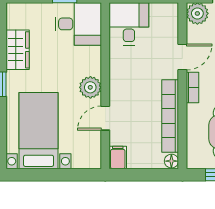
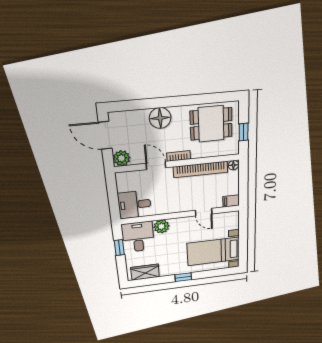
wardrobe: (18, 50) -> (145, 272), moved
plant: (90, 87) -> (161, 226), moved

